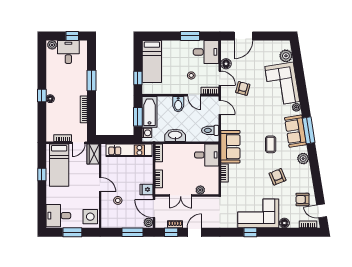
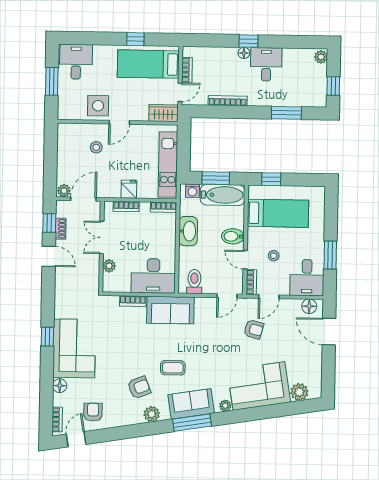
desk: (68, 52) -> (266, 64), moved, turned -90
bed: (152, 61) -> (278, 213), moved, turned 180
floor lamp: (226, 64) -> (309, 306), moved
window: (91, 80) -> (286, 113), moved
door: (194, 95) -> (245, 260), hinge flipped
door: (78, 143) -> (180, 92), swing flipped
desk: (207, 155) -> (153, 276), width x1.37
armchair: (277, 177) -> (139, 388), moved
fridge: (147, 189) -> (129, 189), moved
side table: (90, 217) -> (98, 106), moved
window: (132, 232) -> (50, 168), removed

